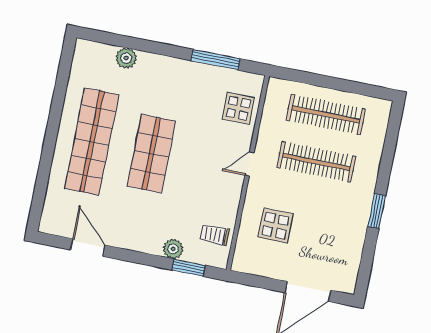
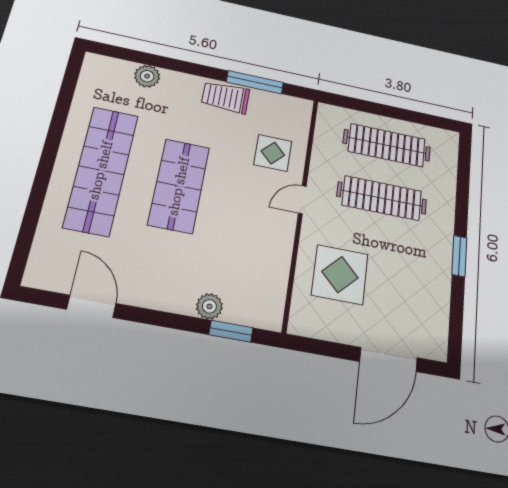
display table: (238, 108) -> (273, 153), moved
display table: (275, 226) -> (340, 275), width x1.36, depth x1.36
trolley: (215, 235) -> (226, 97), moved, width x1.36, depth x1.39

